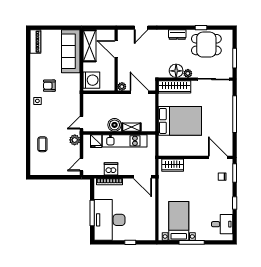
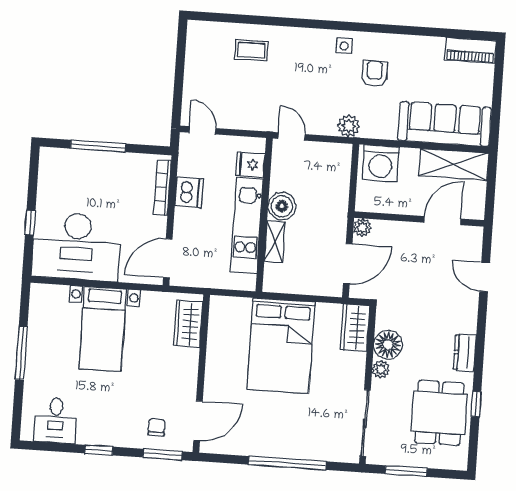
wardrobe: (175, 87) -> (355, 328), width x0.67
plant: (75, 140) -> (349, 126), moved
desk: (110, 220) -> (77, 246), moved, turned 180
bed with nightstands: (179, 221) -> (103, 329), moved, turned 90

